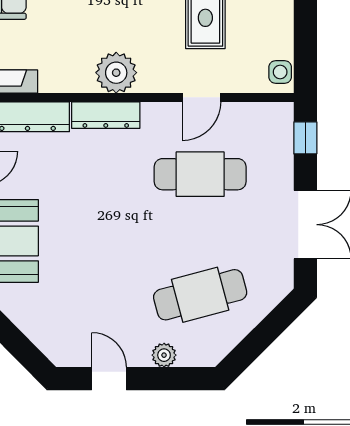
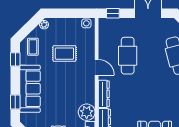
plant: (116, 73) -> (87, 112), moved
door: (201, 97) -> (97, 67), moved

